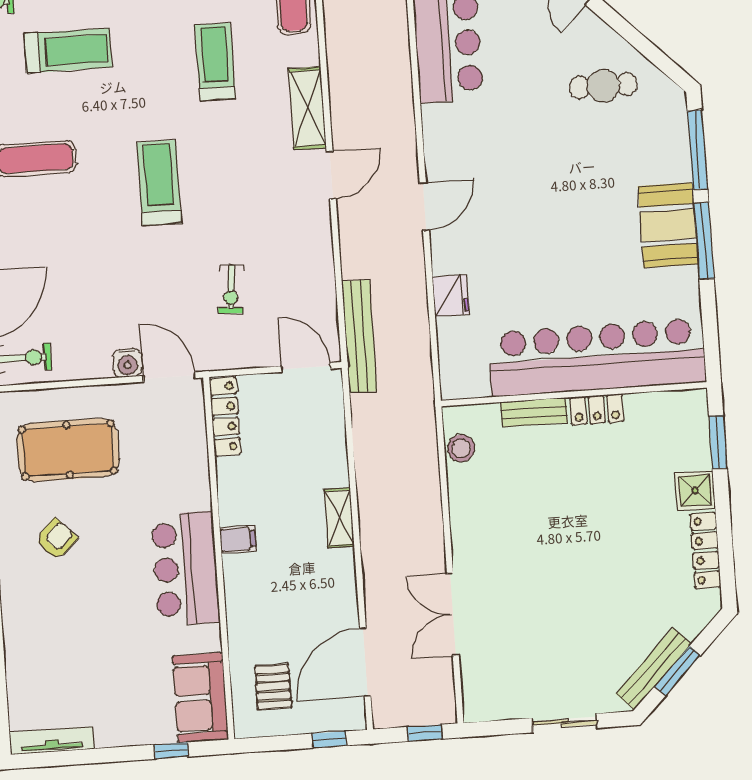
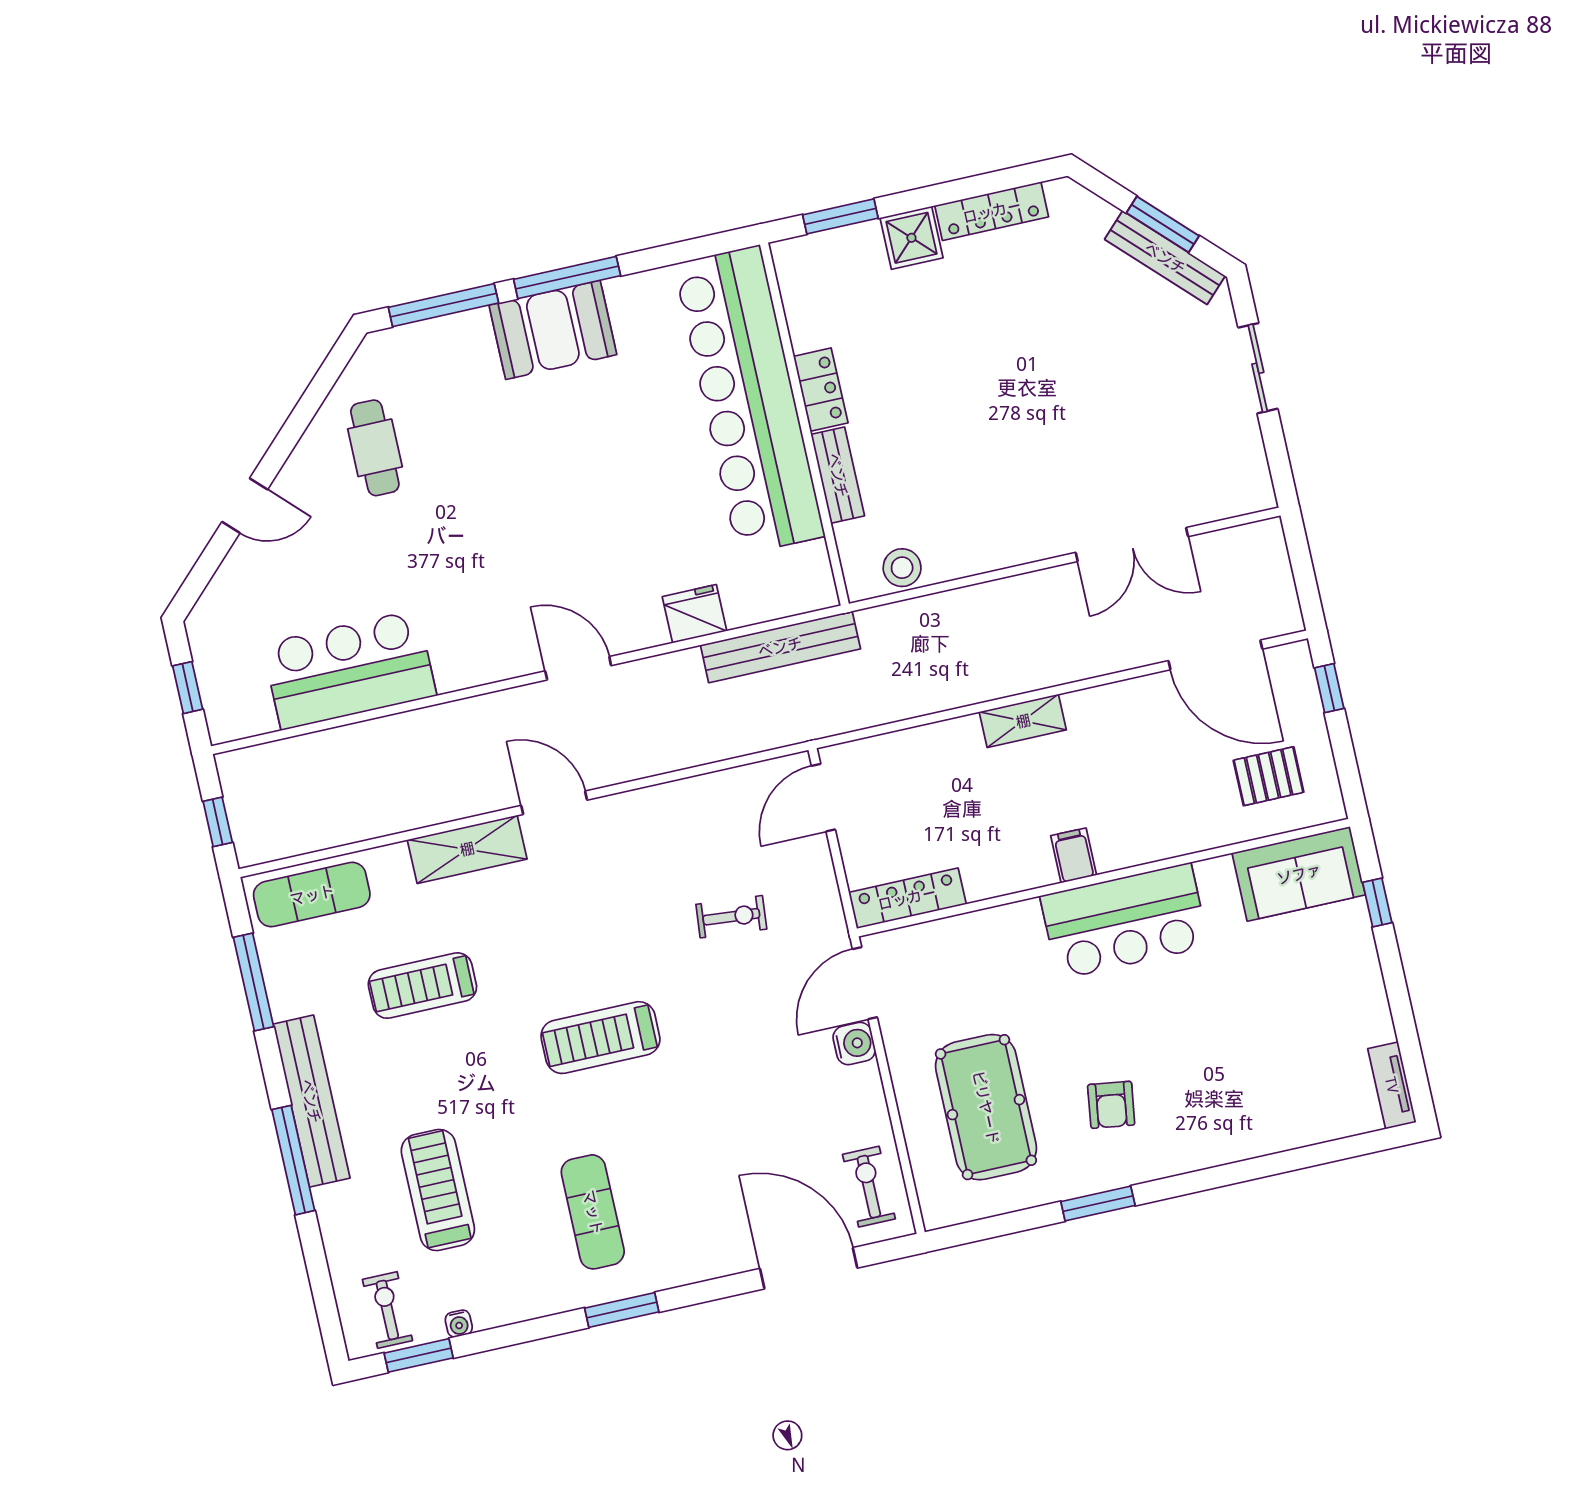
bench: (359, 336) -> (780, 647), moved
armchair: (56, 539) -> (1111, 1105), turned -128
window: (425, 733) -> (1300, 558), removed
tv unit: (52, 740) -> (1392, 1085), width x0.71

